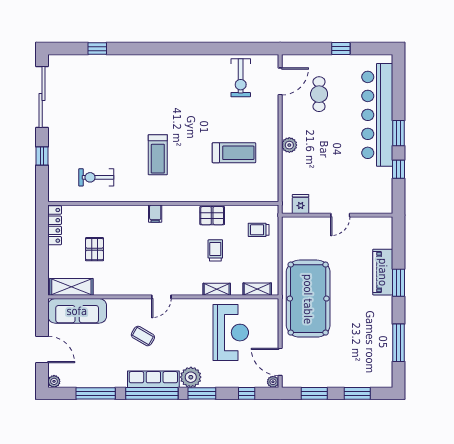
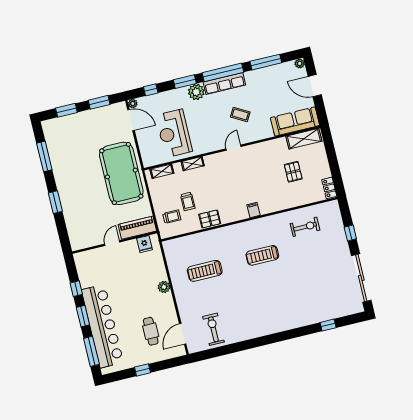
window: (399, 87) -> (91, 351), added
treadmill: (158, 155) -> (262, 255), turned -90
locker: (55, 225) -> (329, 188), width x0.66
trolley: (215, 250) -> (188, 201), moved
piano: (383, 272) -> (137, 228), moved, turned -90

